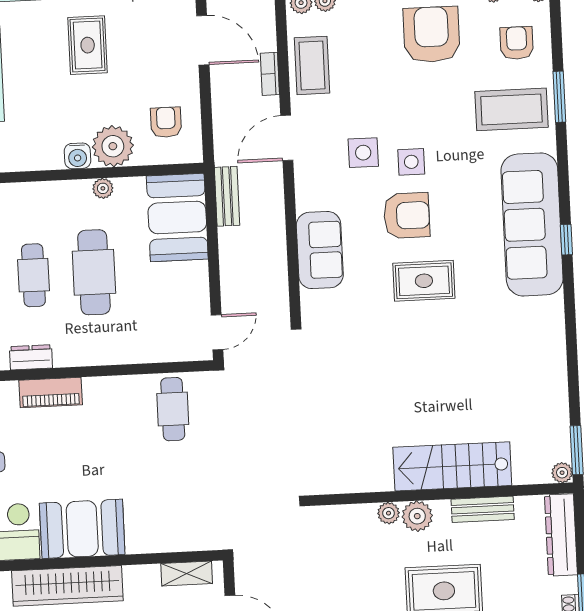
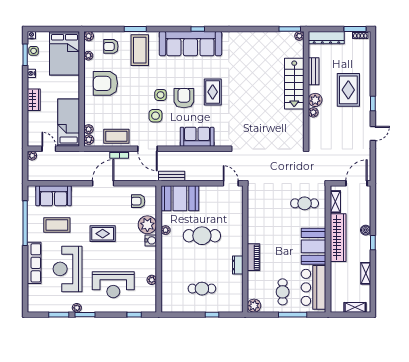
cafe table: (33, 275) -> (202, 262), removed
cafe table: (173, 409) -> (305, 203), moved
wardrobe: (67, 586) -> (338, 238), moved

